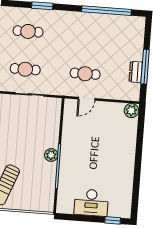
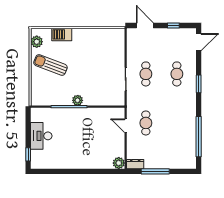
dresser: (136, 72) -> (135, 164), moved

